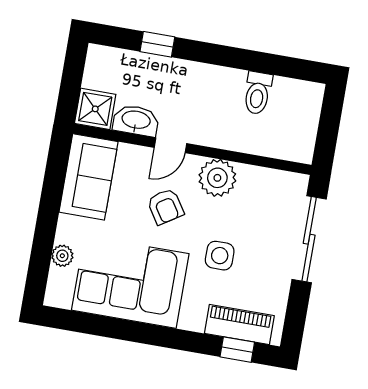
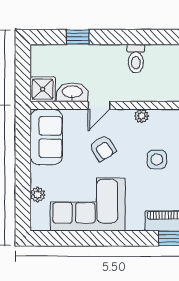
toilet: (258, 93) -> (136, 59), moved
plant: (217, 178) -> (142, 116), width x0.53, depth x0.53
side table: (220, 256) -> (157, 159), moved

